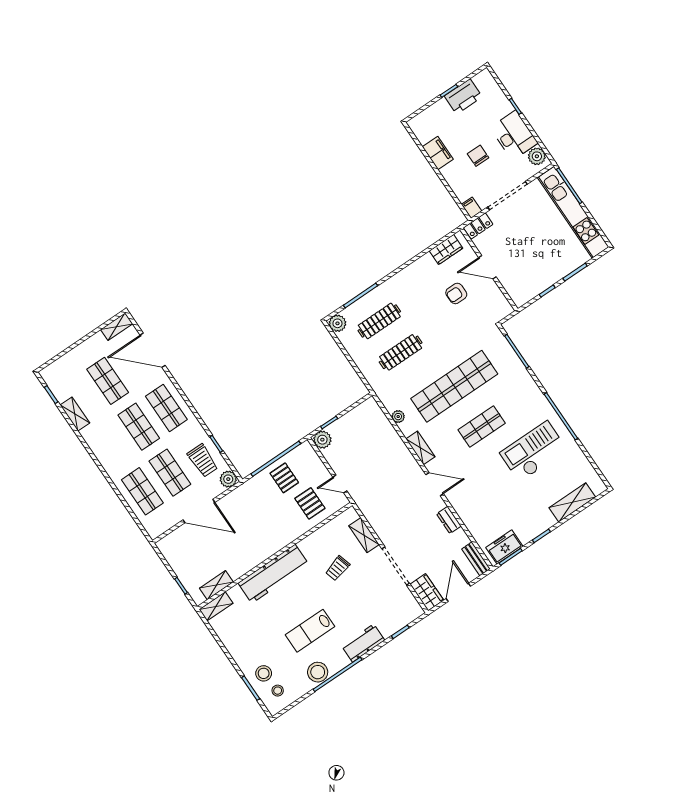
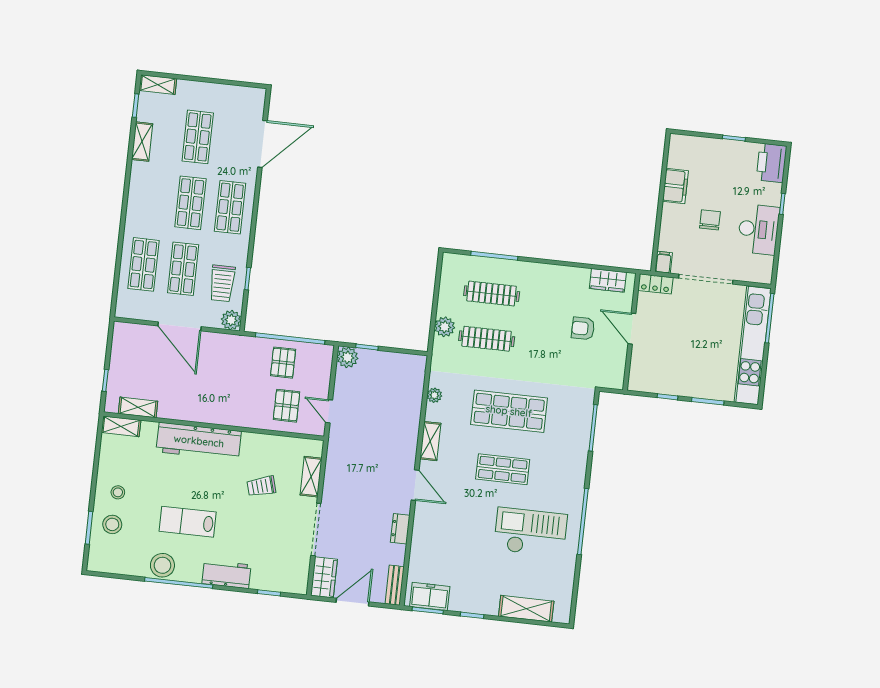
printer: (463, 96) -> (771, 163), moved, turned 90
plant: (537, 156) -> (763, 266), removed
plant: (337, 323) -> (445, 327), moved
shelving: (117, 327) -> (158, 85), moved
door: (153, 350) -> (262, 144), swing flipped
shop shelf: (454, 386) -> (509, 411), width x0.71
stool: (278, 691) -> (118, 492), moved

